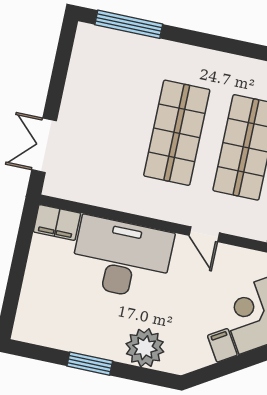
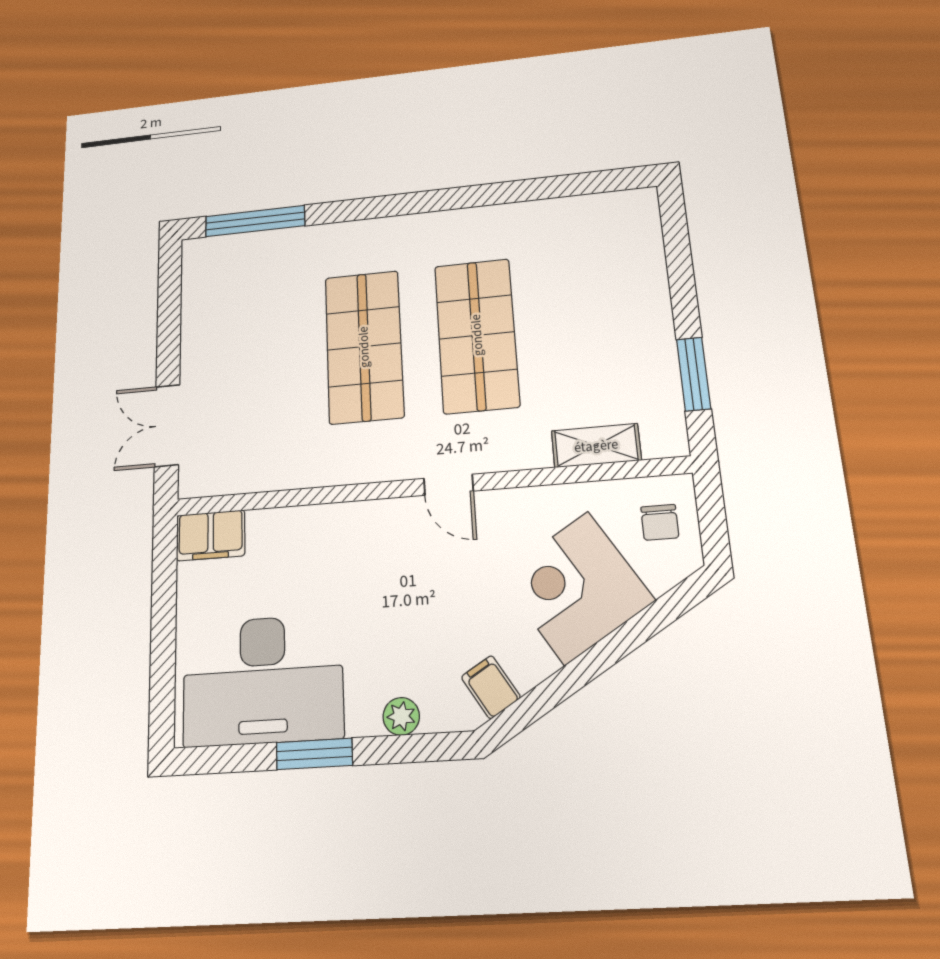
desk: (122, 258) -> (263, 680), moved, turned 180
filing cabinet: (222, 345) -> (491, 687), moved
plant: (145, 348) -> (401, 716), width x0.53, depth x0.53

